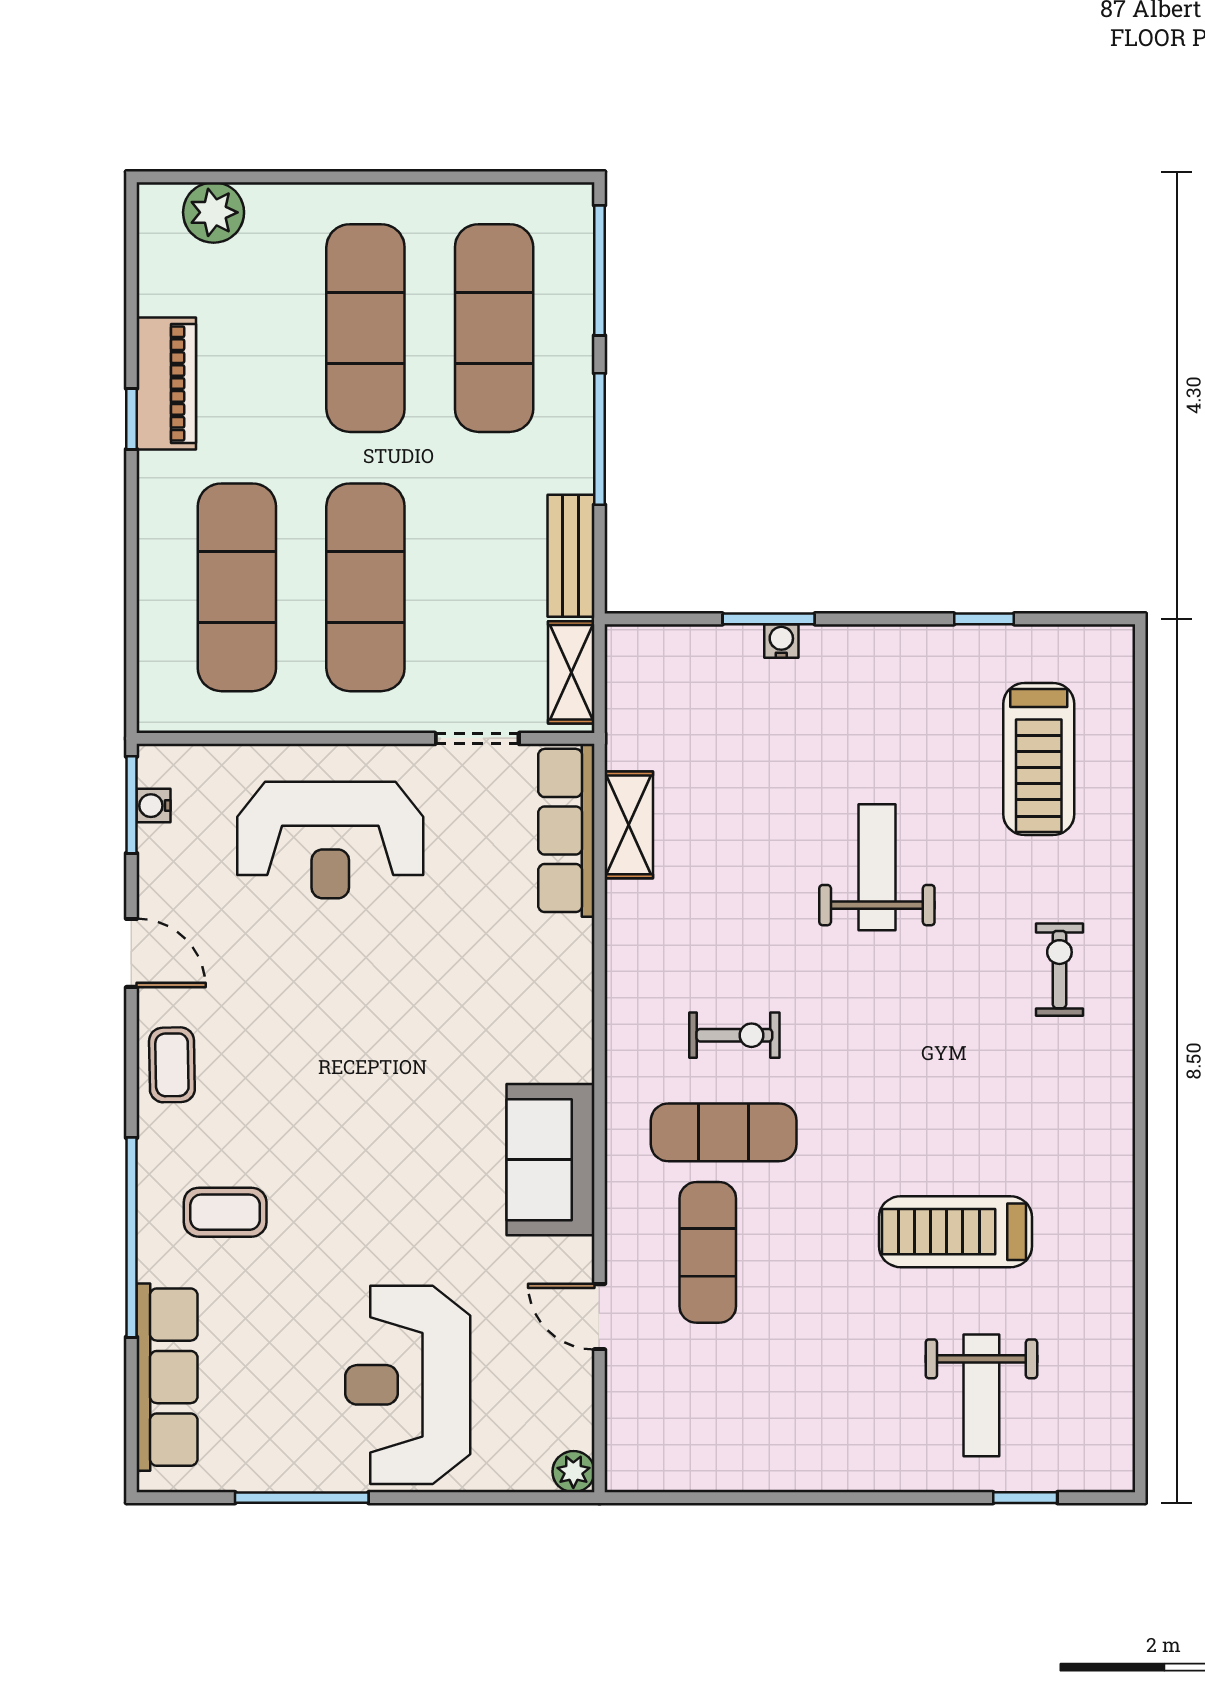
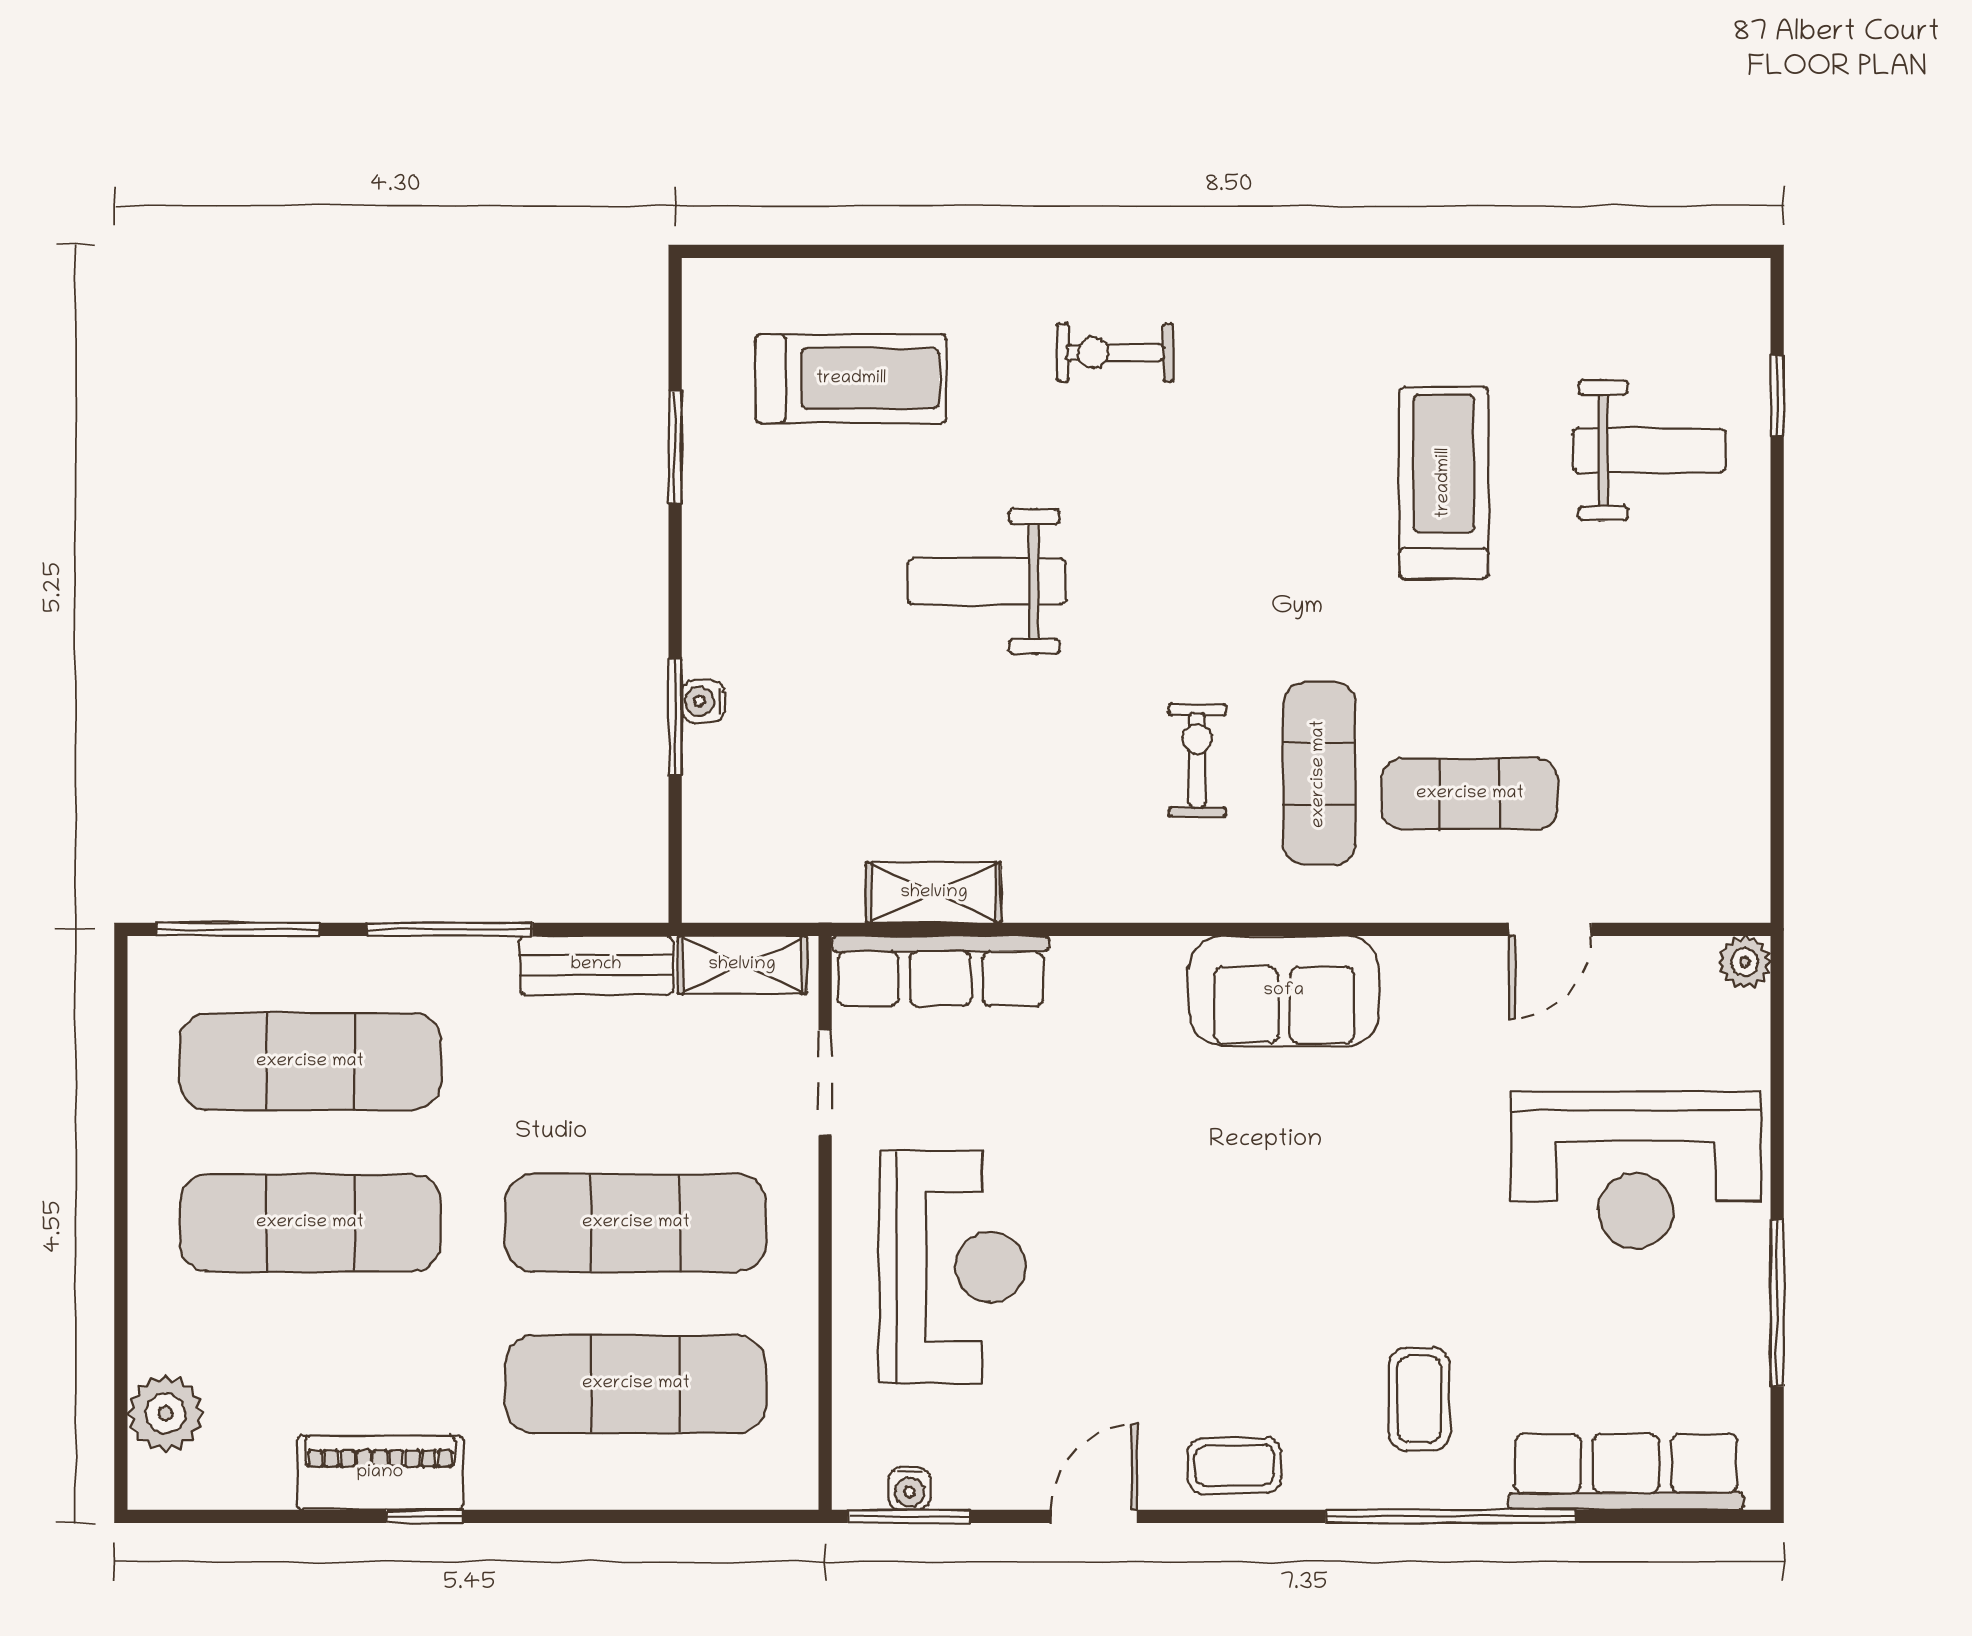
window: (984, 619) -> (675, 447), width x1.50
sofa: (550, 1160) -> (1284, 991), moved
treadmill: (956, 1232) -> (1444, 483), turned 180

